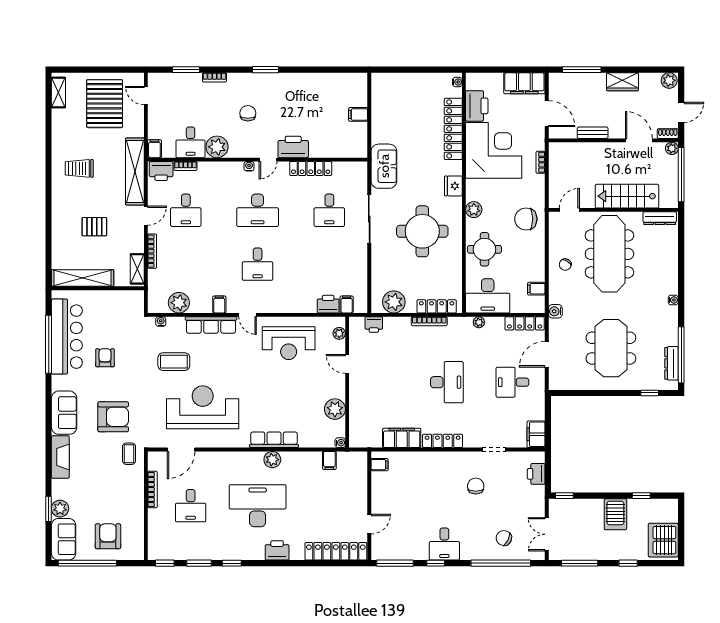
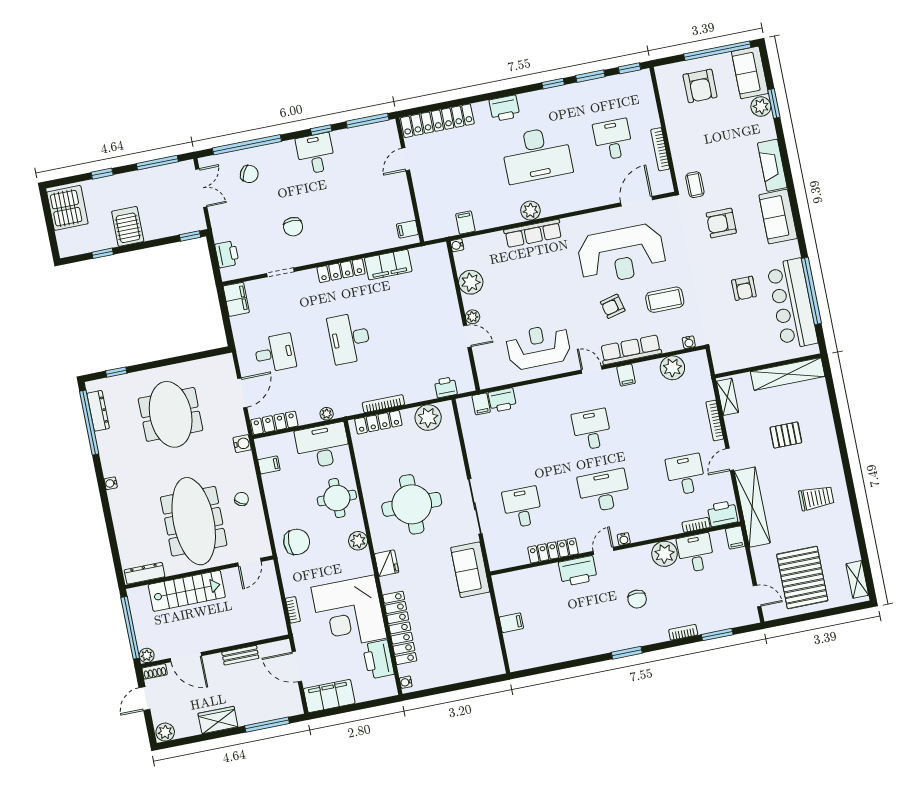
plant: (339, 333) -> (473, 317), moved
armchair: (219, 365) -> (613, 306), added
armchair: (113, 417) -> (721, 223), width x0.73, depth x0.73

